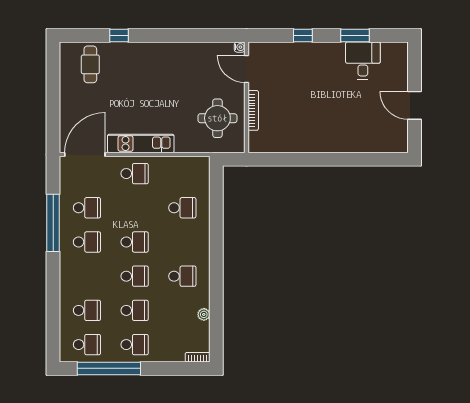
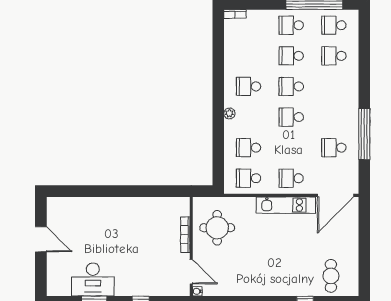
desk: (363, 60) -> (93, 279), width x1.37
school desk: (87, 242) -> (249, 178), moved
plant: (204, 314) -> (229, 113), moved

